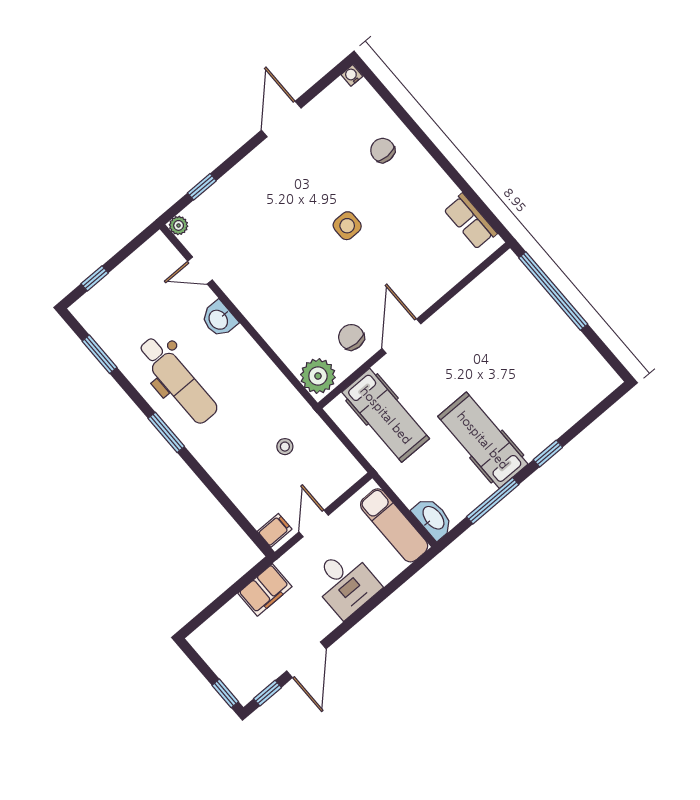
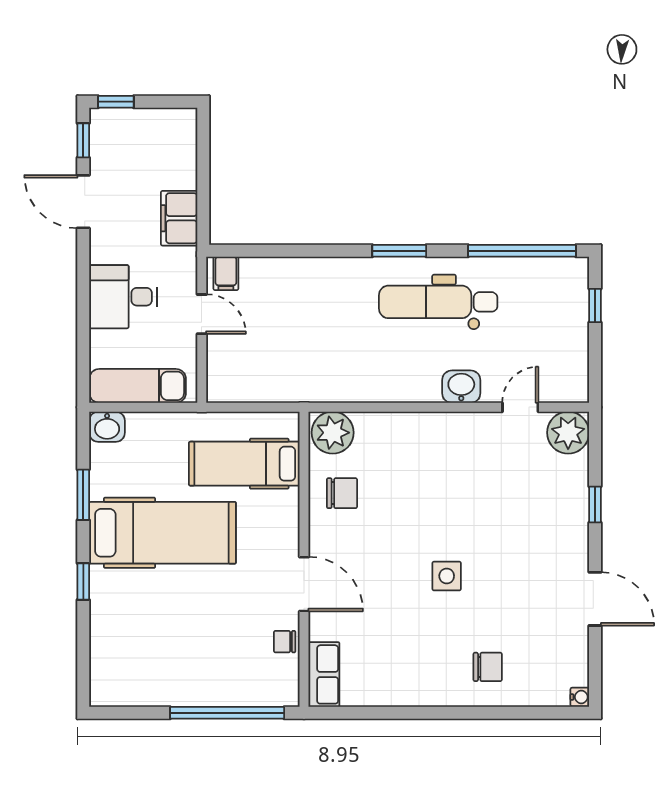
window: (202, 187) -> (595, 504), moved
row of seats: (470, 221) -> (324, 674), moved, turned 90
plant: (179, 225) -> (568, 433), width x1.87, depth x1.87
chair: (477, 293) -> (285, 642), added
door: (401, 336) -> (304, 584), moved
window: (100, 354) -> (522, 251), width x2.11
hospital bed: (483, 440) -> (163, 533), width x1.37, depth x1.29
stool: (285, 447) -> (294, 348), removed
window: (493, 501) -> (83, 495), width x0.69
washbasin: (433, 518) -> (107, 427), width x0.72

